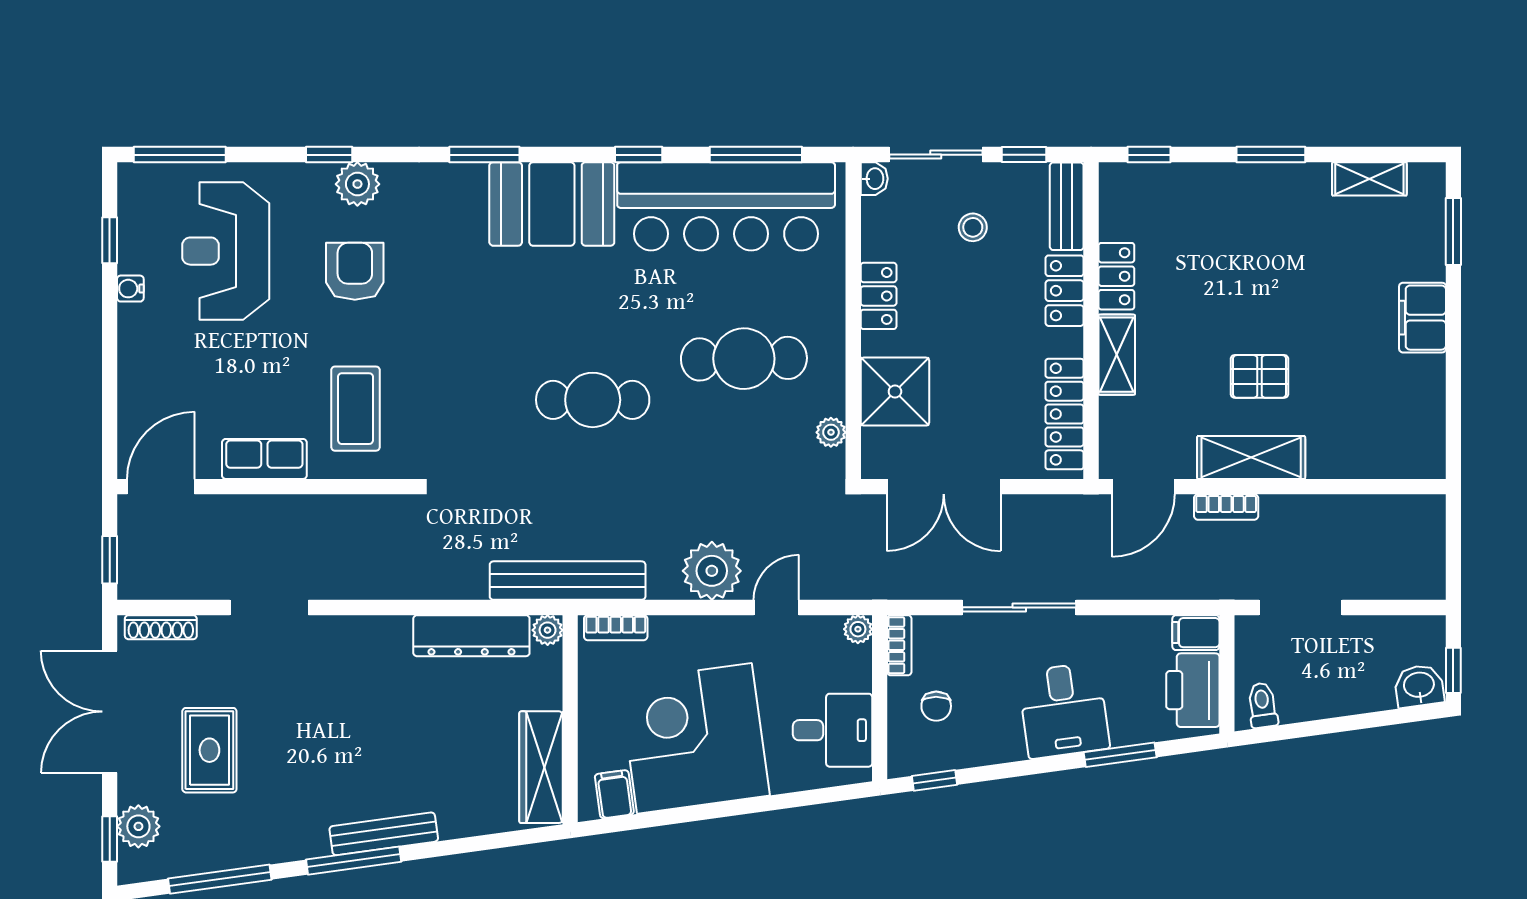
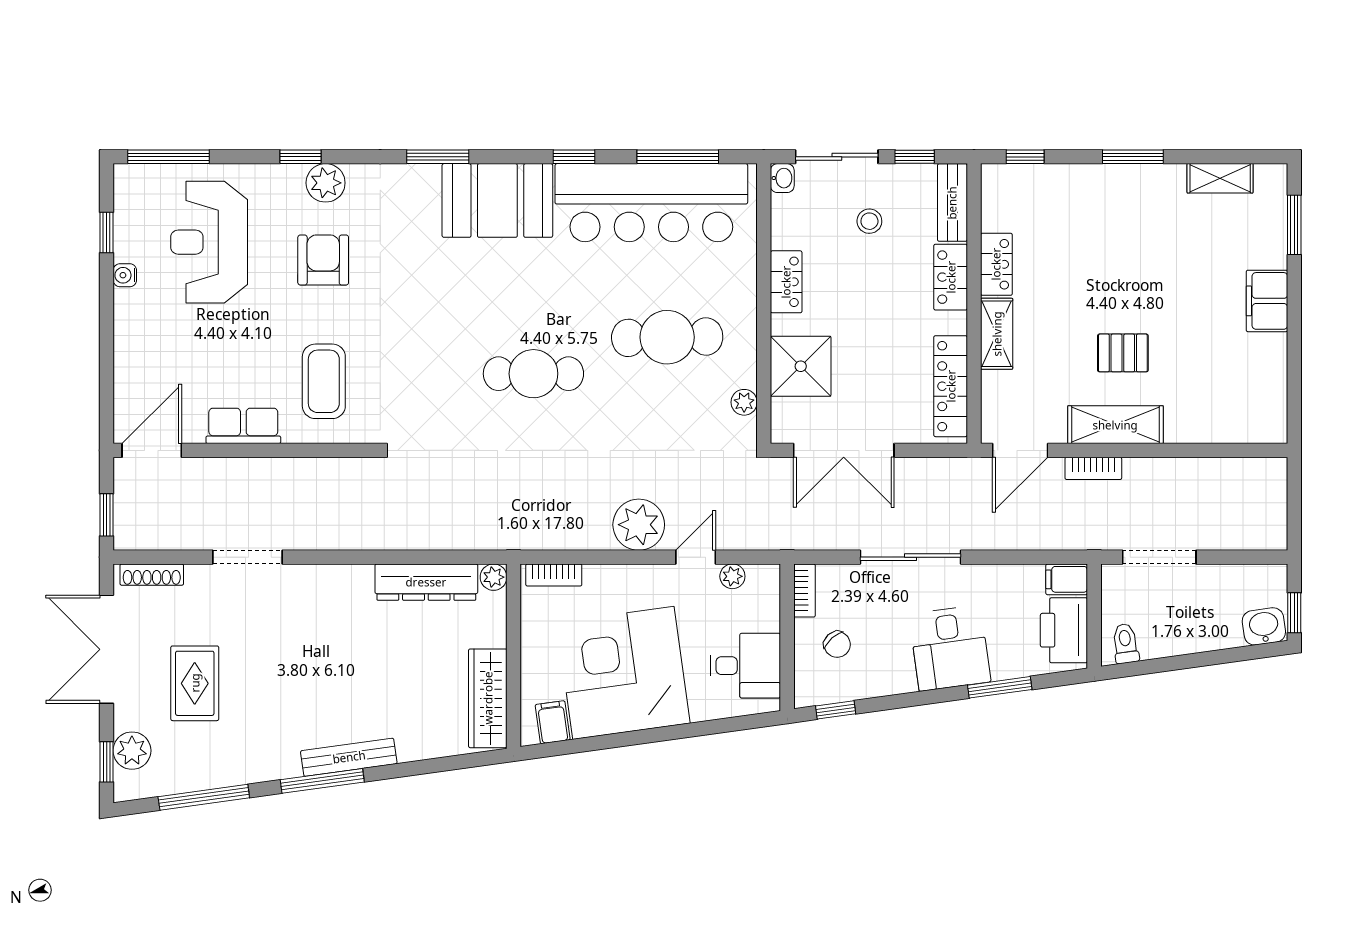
bench: (568, 581) -> (511, 533), removed
plant: (858, 629) -> (732, 576), moved
chair: (936, 706) -> (837, 644), turned -42

